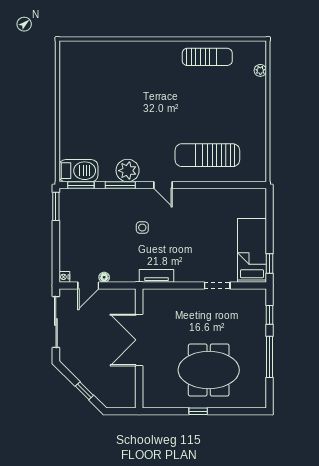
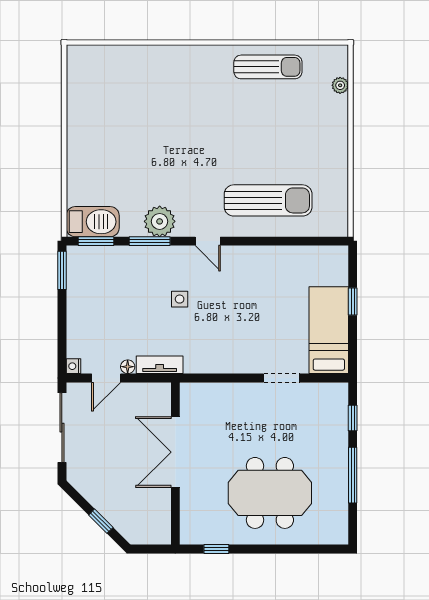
sun lounger: (207, 155) -> (268, 200), turned 180
window: (269, 264) -> (353, 302), moved
tv unit: (156, 276) -> (160, 365), moved
window: (198, 411) -> (216, 549), moved

